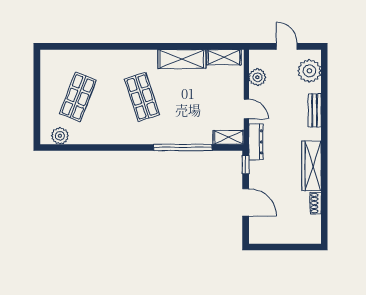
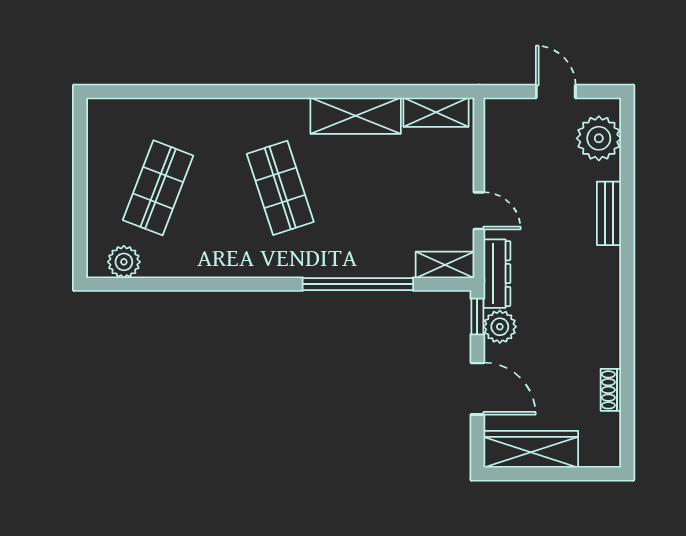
plant: (257, 77) -> (500, 327), moved
wardrobe: (311, 166) -> (531, 449), moved, turned 90

